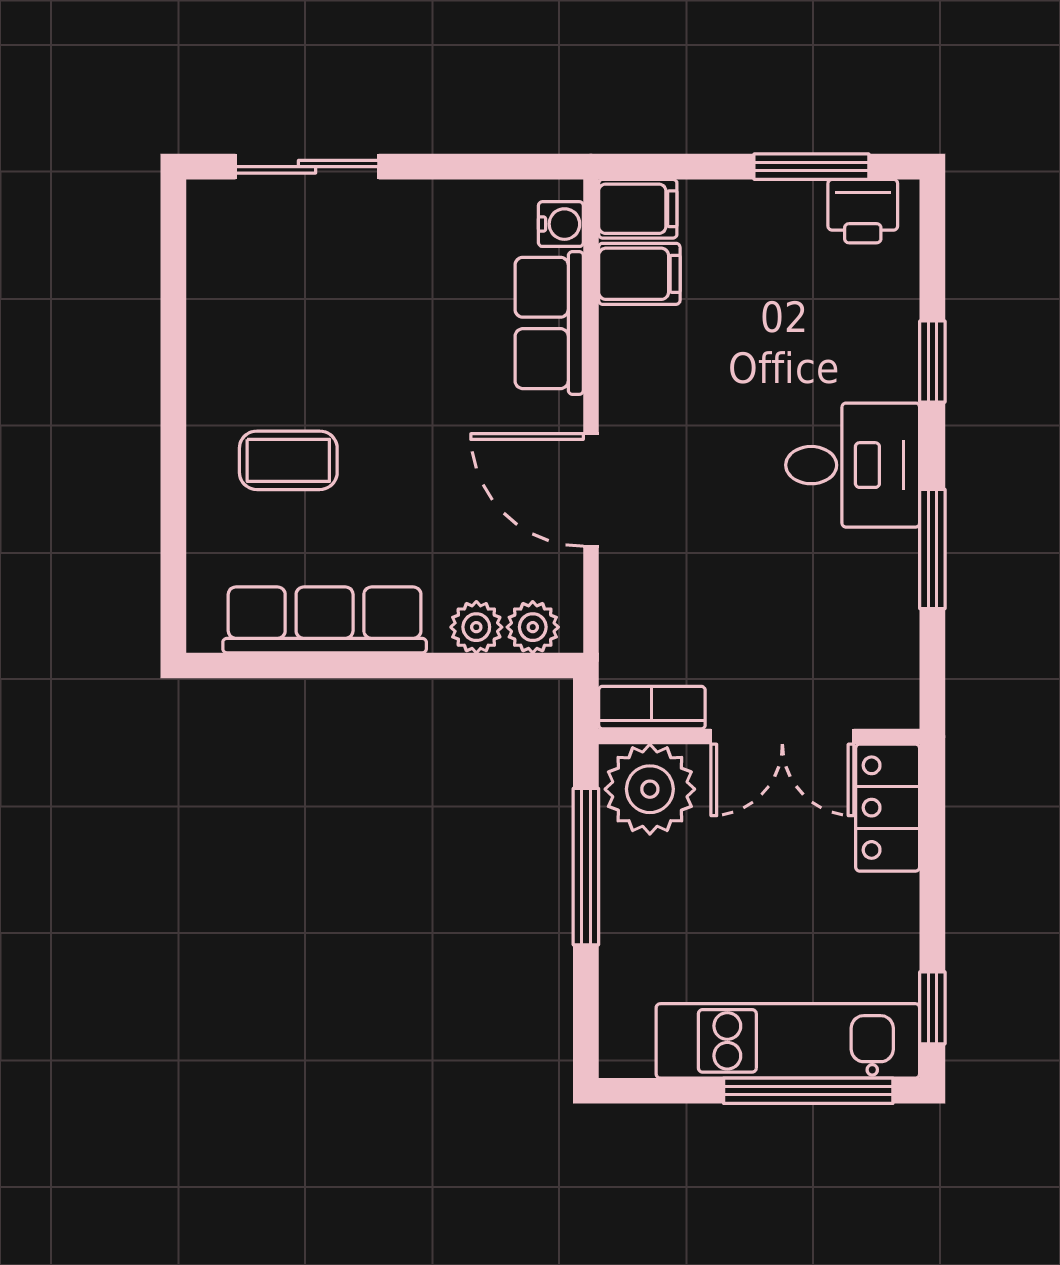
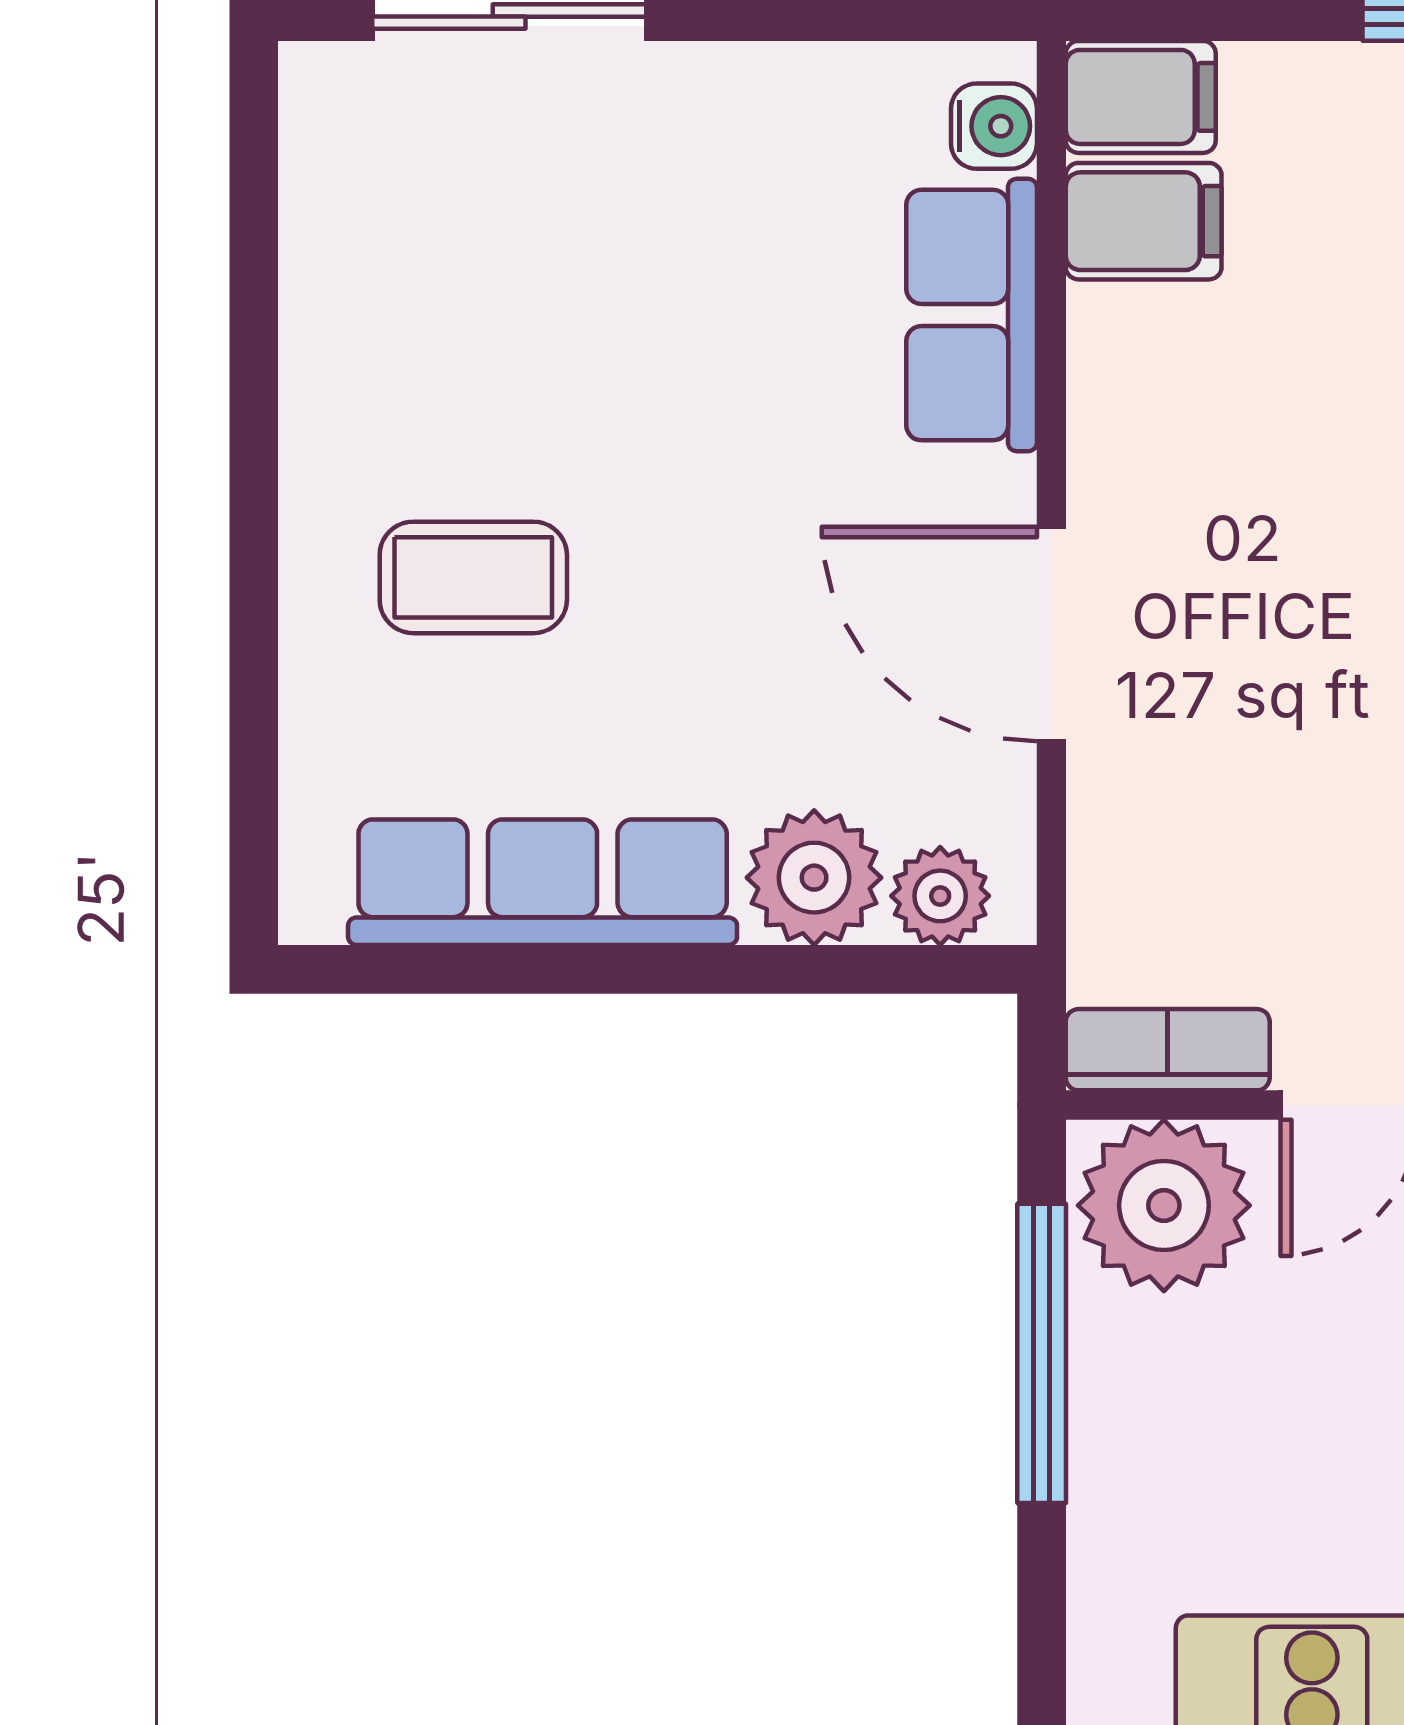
plant: (476, 627) -> (814, 878), width x1.38, depth x1.38

